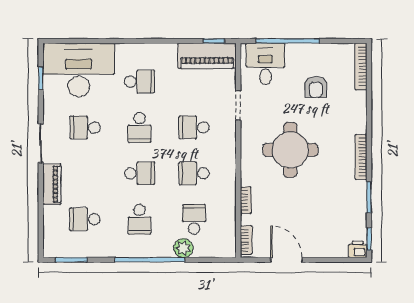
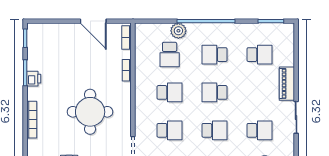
school desk: (140, 127) -> (215, 130), turned 90
bookcase: (361, 157) -> (32, 120), moved
school desk: (140, 219) -> (215, 55), turned -90
printer: (358, 249) -> (34, 79), moved, turned -90

